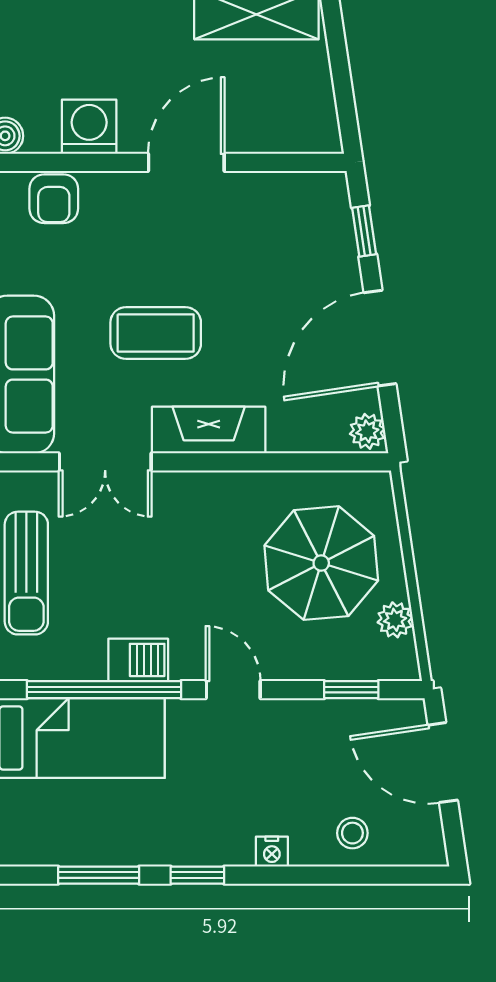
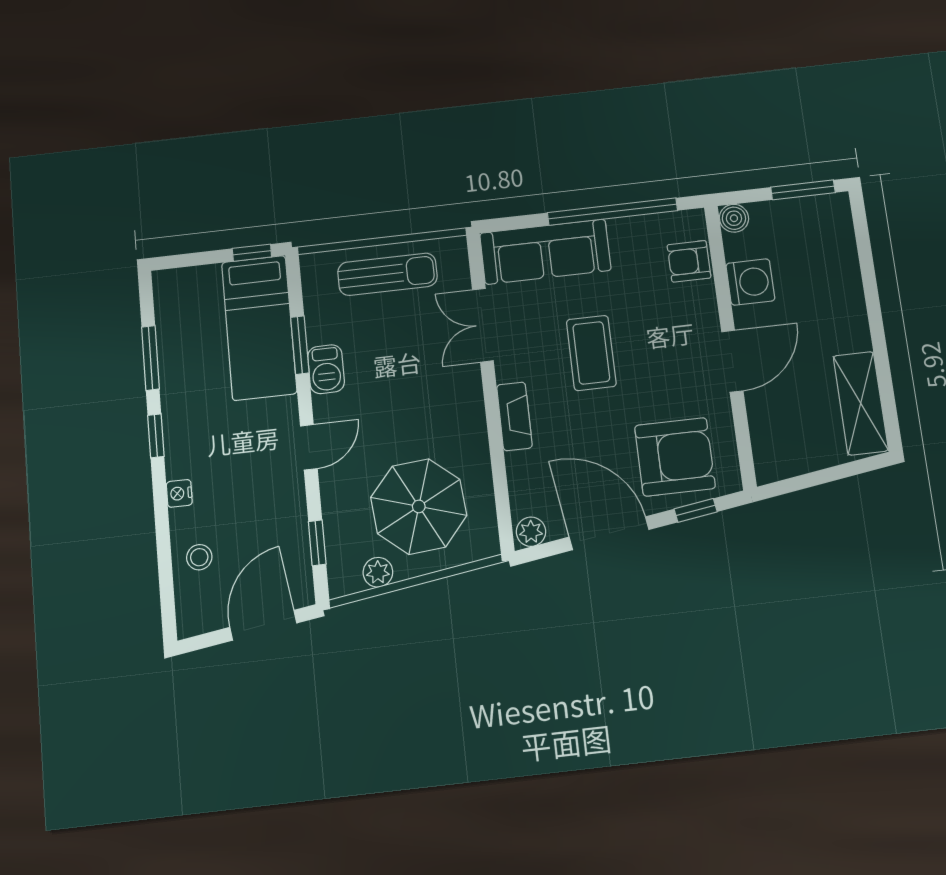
door: (186, 162) -> (732, 361), hinge flipped
armchair: (296, 247) -> (675, 457), added
fireplace: (209, 430) -> (514, 416), width x0.73, depth x0.76
sun lounger: (26, 573) -> (387, 274), turned 180
window: (104, 690) -> (300, 345), width x0.47

